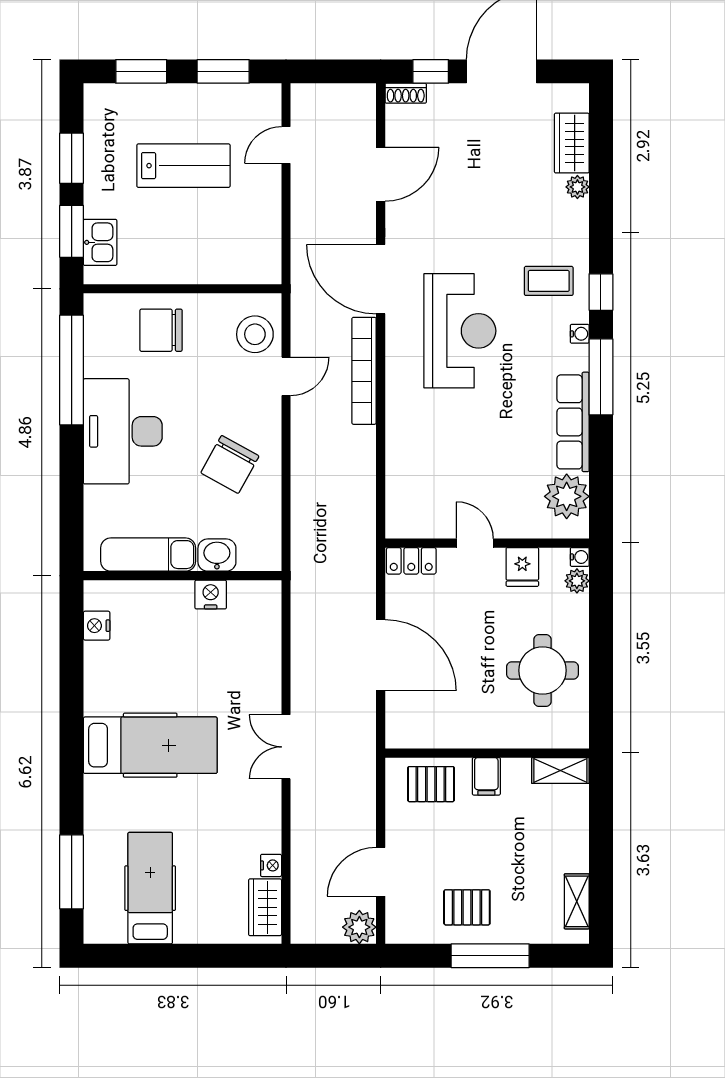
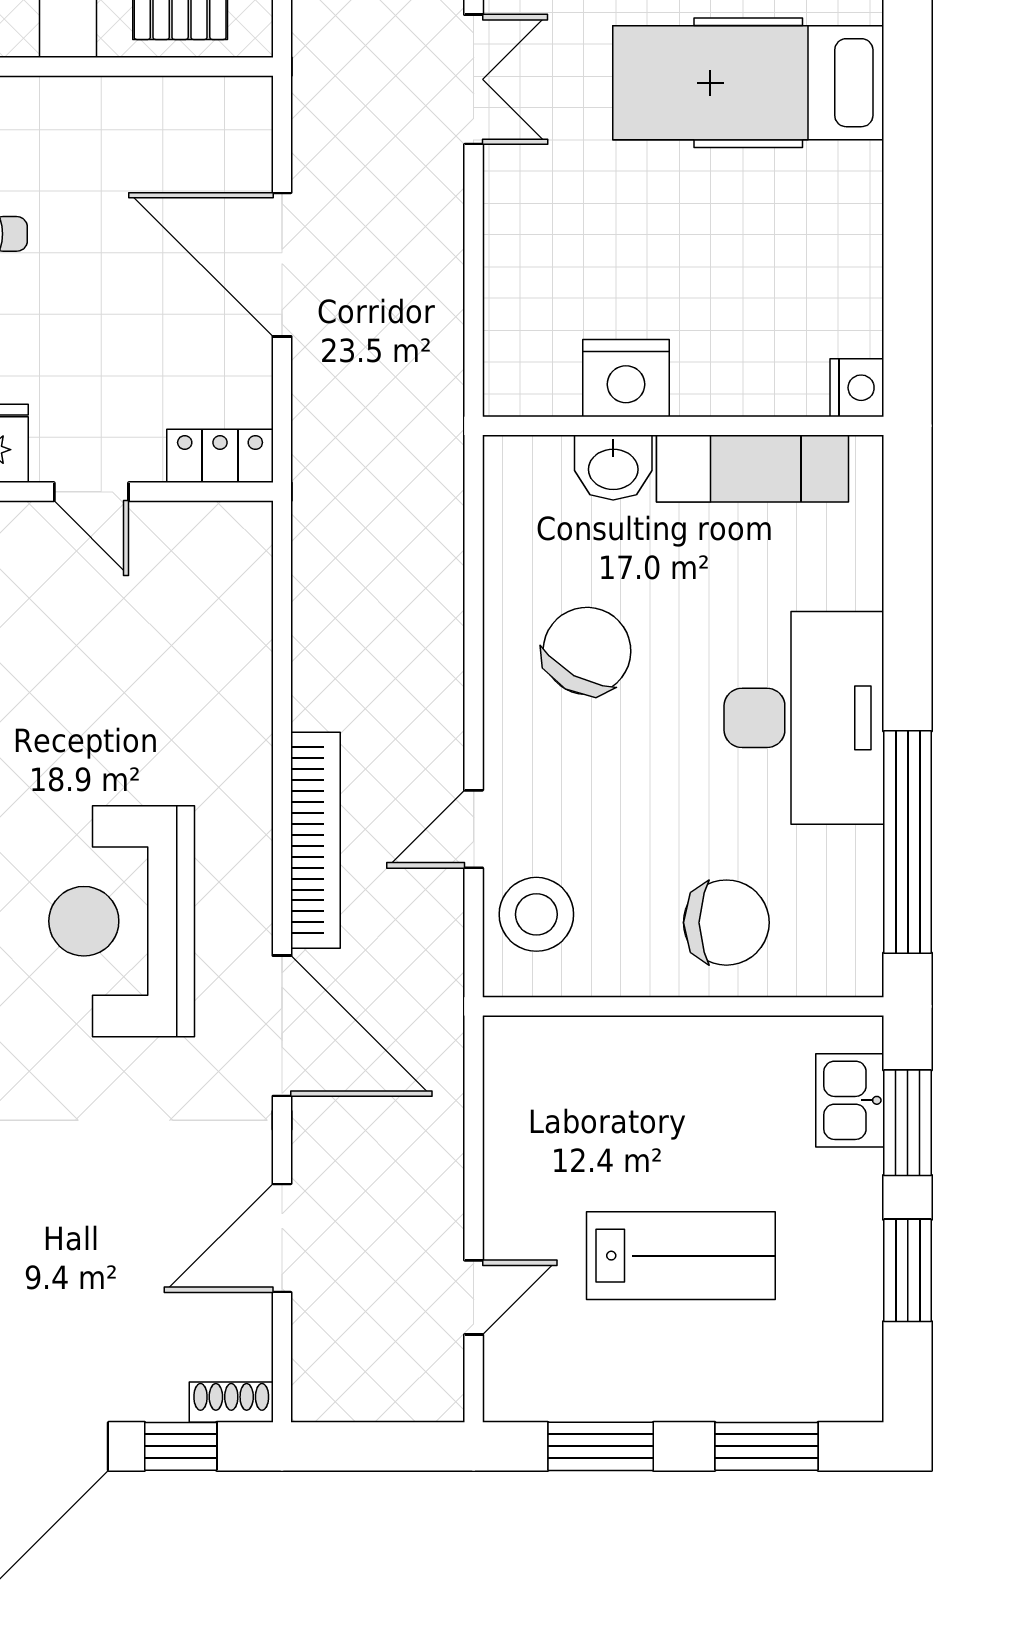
lab bench: (183, 166) -> (681, 1256), turned 180
nightstand: (211, 595) -> (626, 378), width x1.36, depth x1.33
nightstand: (97, 626) -> (857, 388), moved

